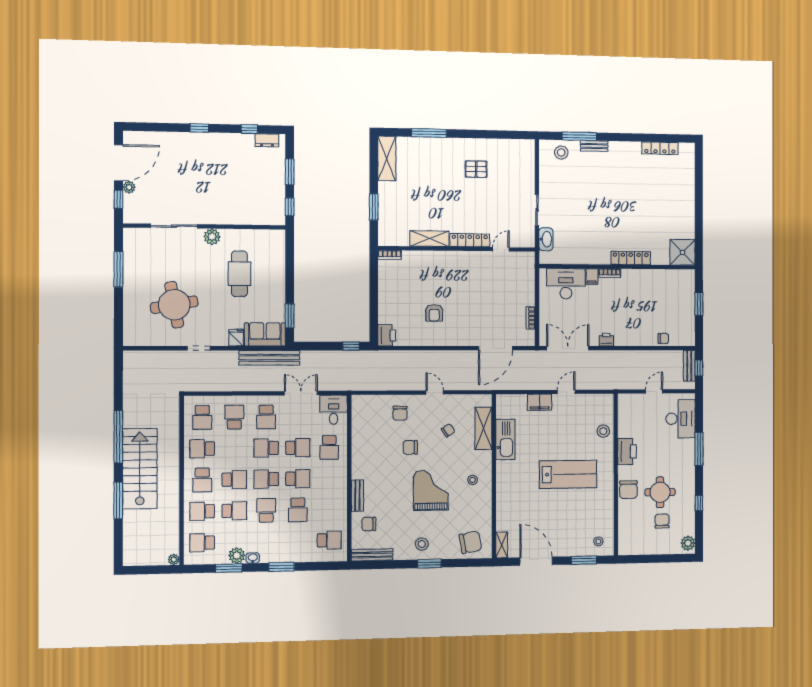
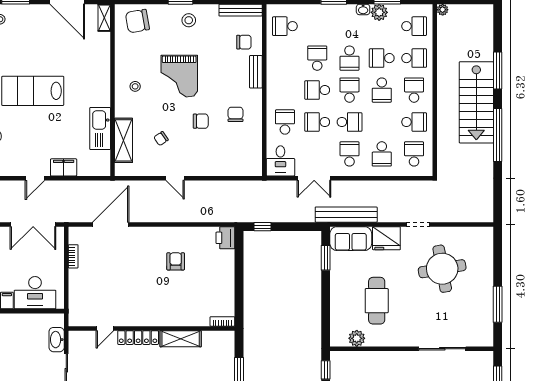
plant: (212, 237) -> (357, 338), moved
fridge: (236, 338) -> (386, 238), width x1.88, depth x1.34
chair: (400, 413) -> (236, 114), moved
school desk: (266, 479) -> (349, 90), turned -90
school desk: (234, 480) -> (382, 90), turned -90

